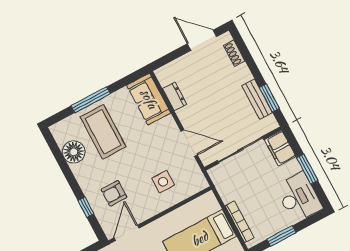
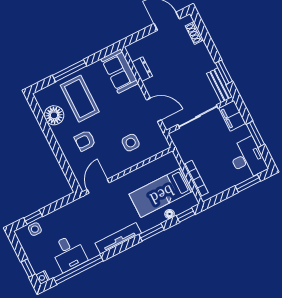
bench: (257, 99) -> (219, 85), moved
armchair: (114, 193) -> (85, 141), moved
window: (86, 207) -> (64, 163), removed
window: (281, 236) -> (248, 183), moved

